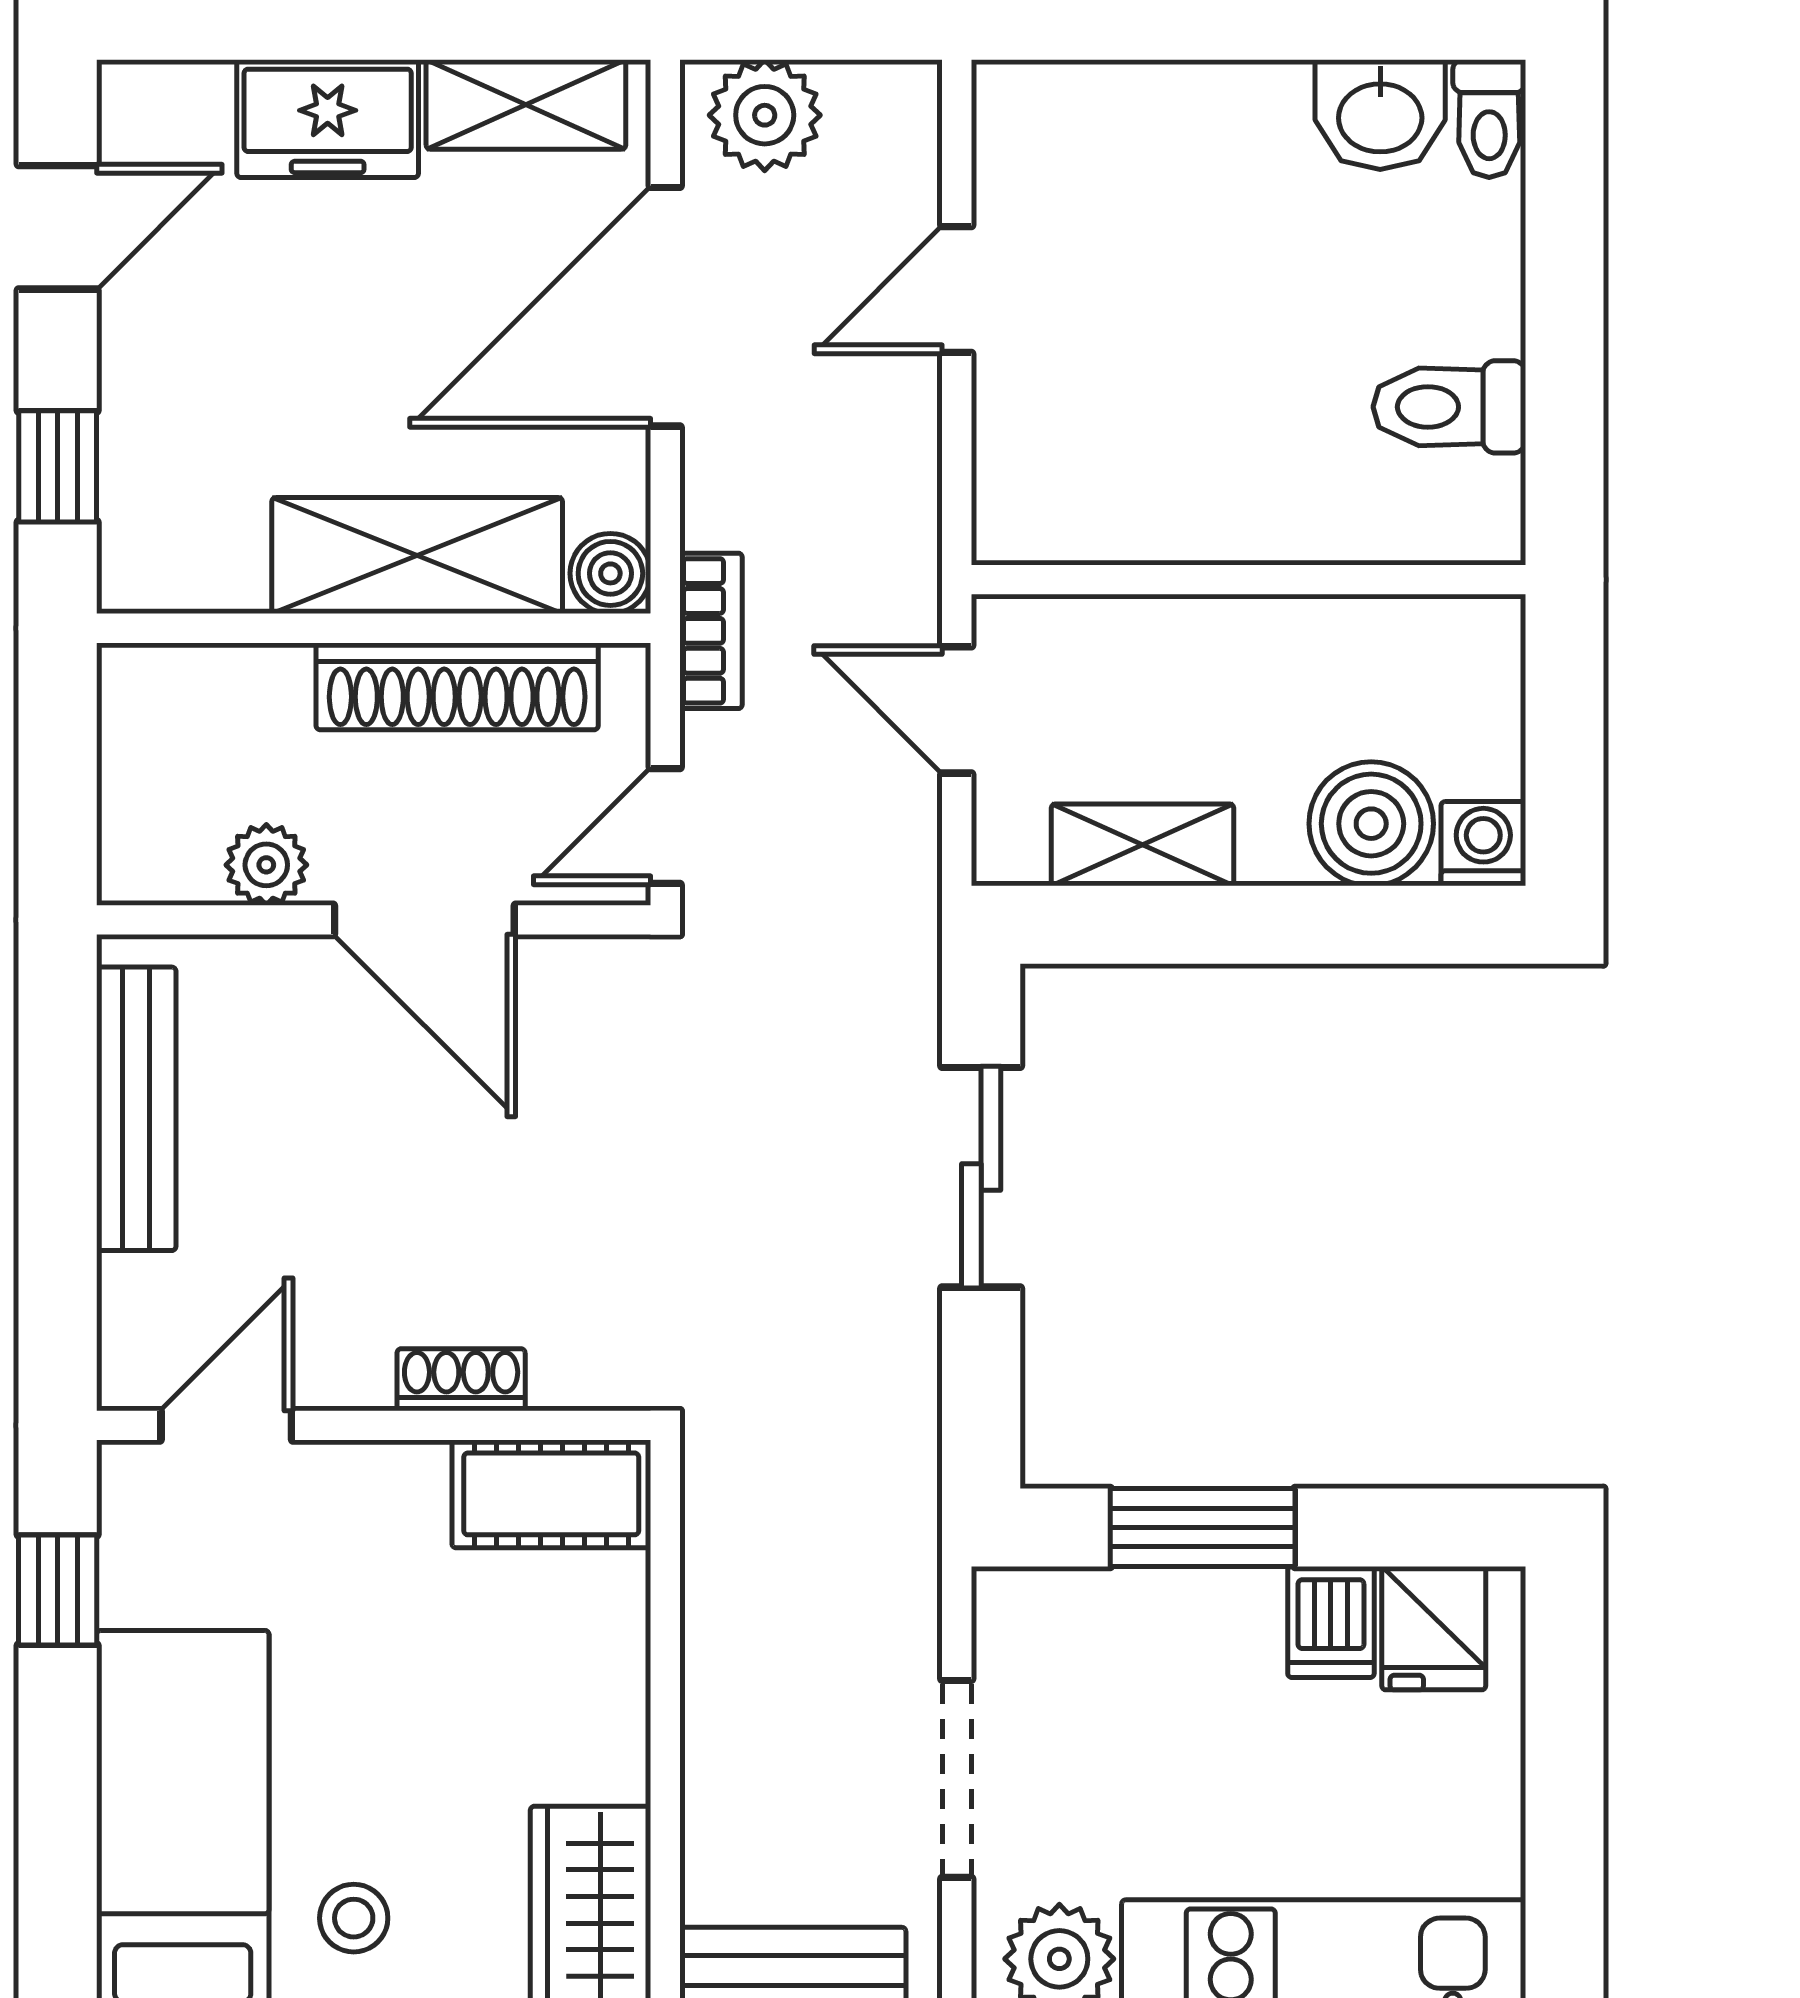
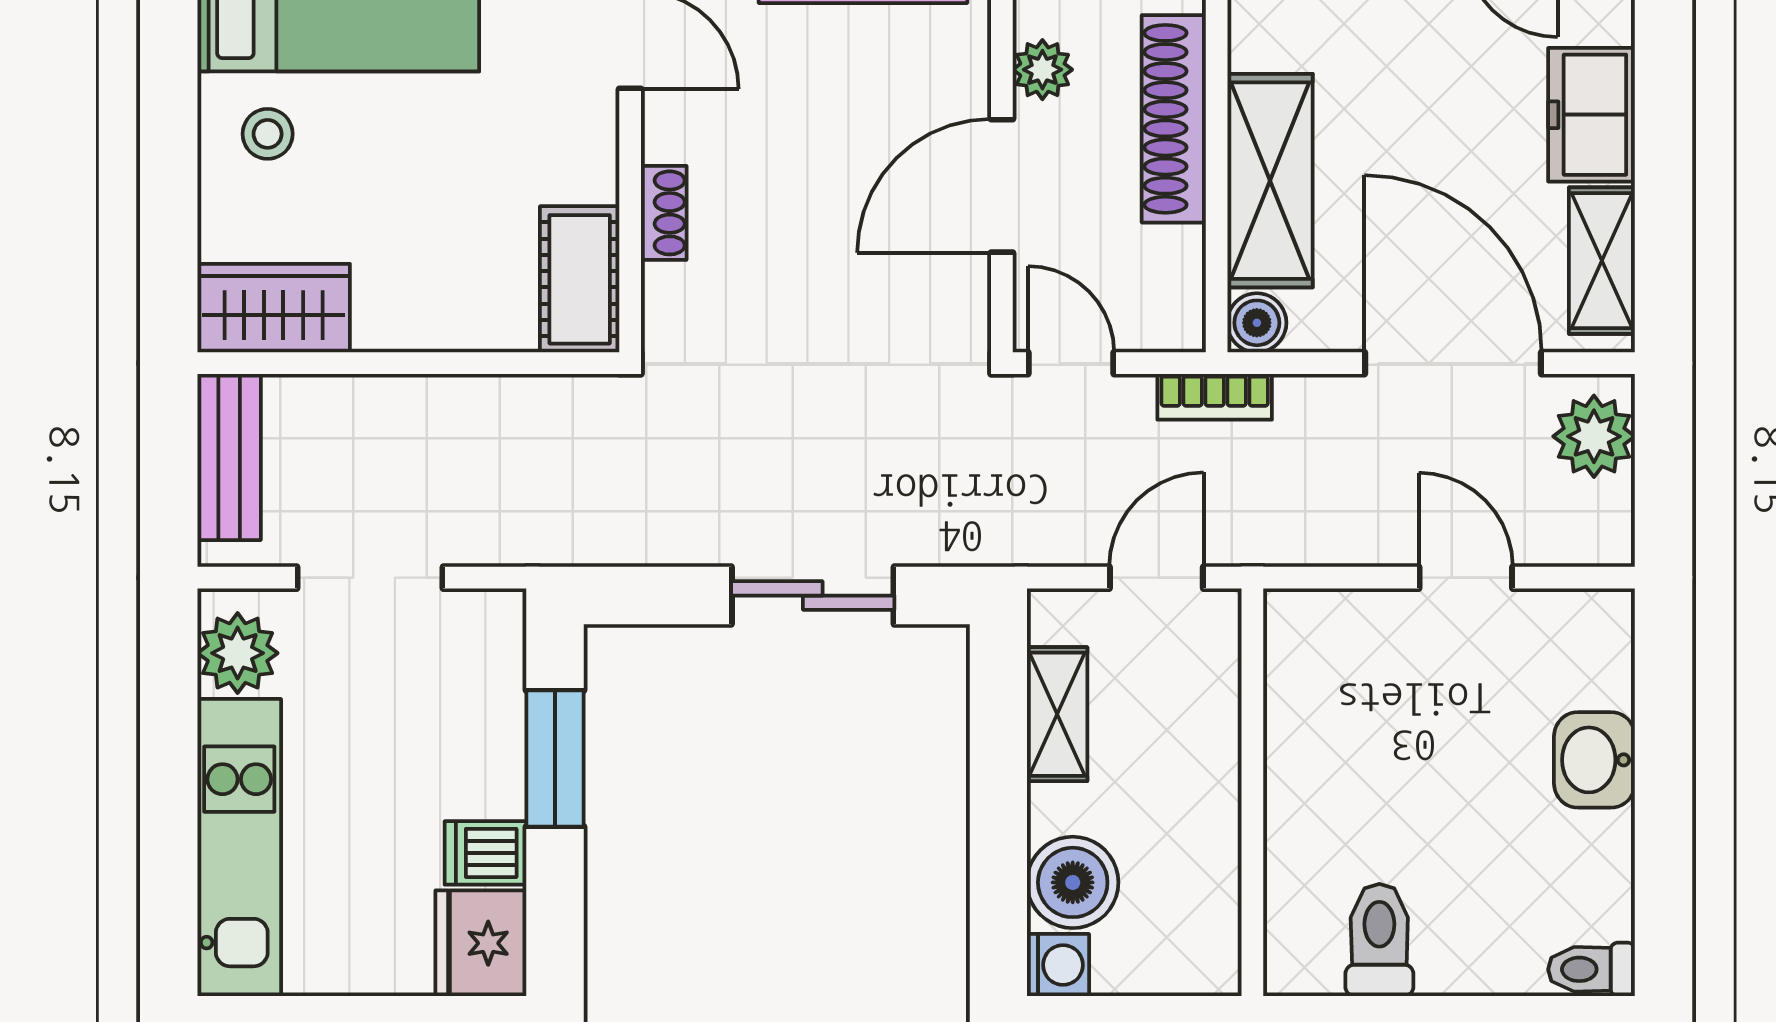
washbasin: (1380, 115) -> (1594, 760), moved
shoe rack: (457, 686) -> (1174, 119), moved
fridge: (1434, 1628) -> (481, 943), width x1.38

